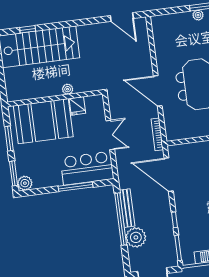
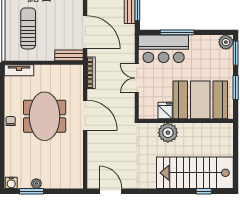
plant: (68, 89) -> (168, 133), width x1.88, depth x1.88
bench: (182, 149) -> (69, 55), added

